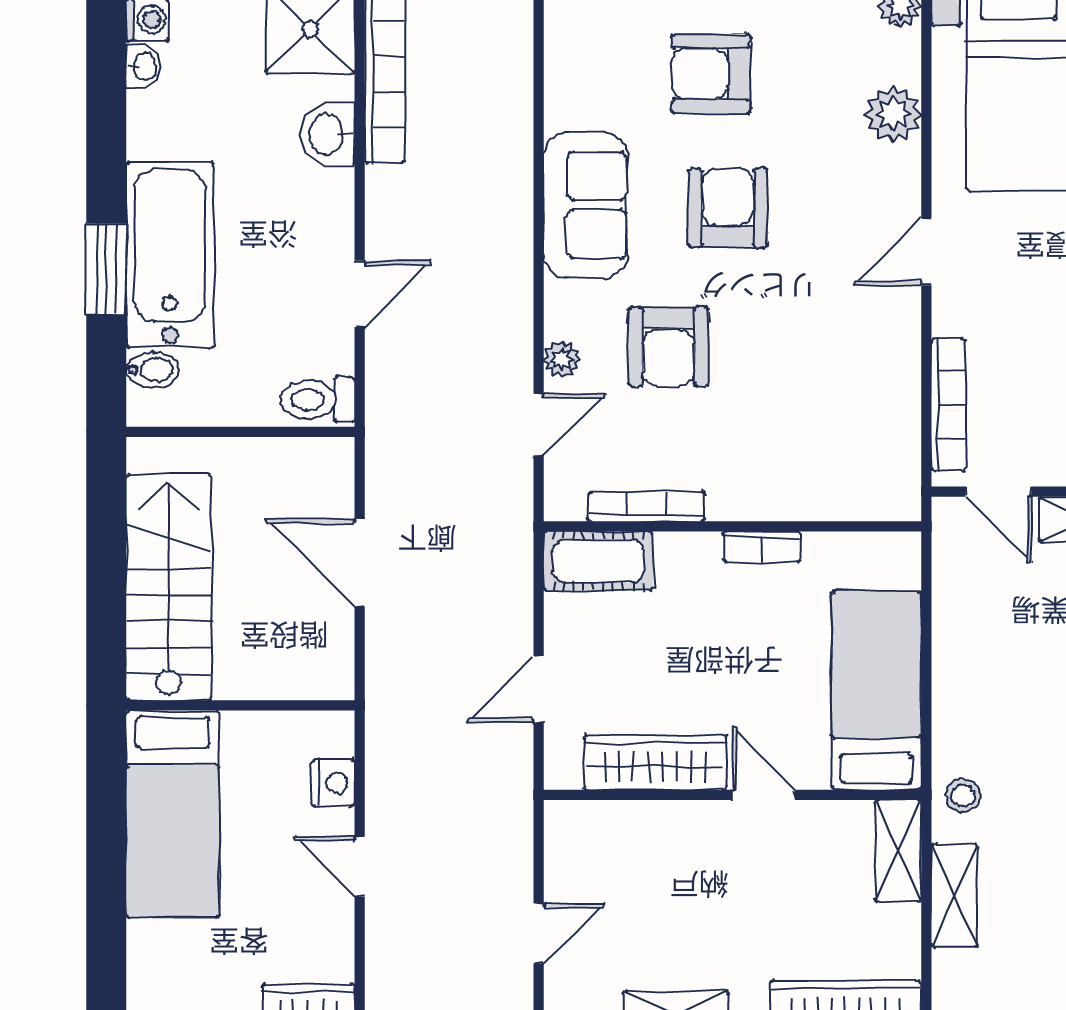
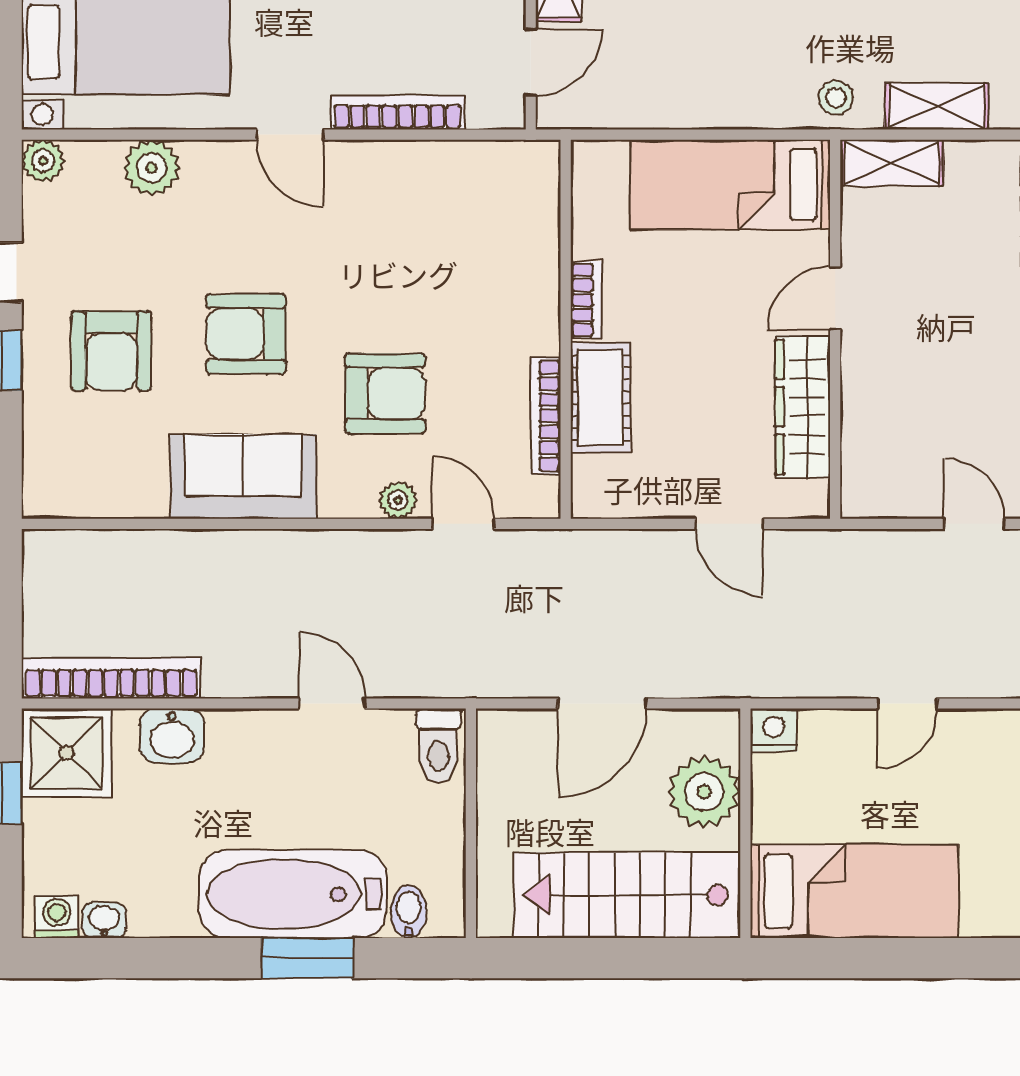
bookcase: (948, 405) -> (397, 112), moved
cot: (598, 561) -> (600, 398), moved
plant: (272, 664) -> (704, 792), added
nightstand: (333, 783) -> (774, 730), moved

